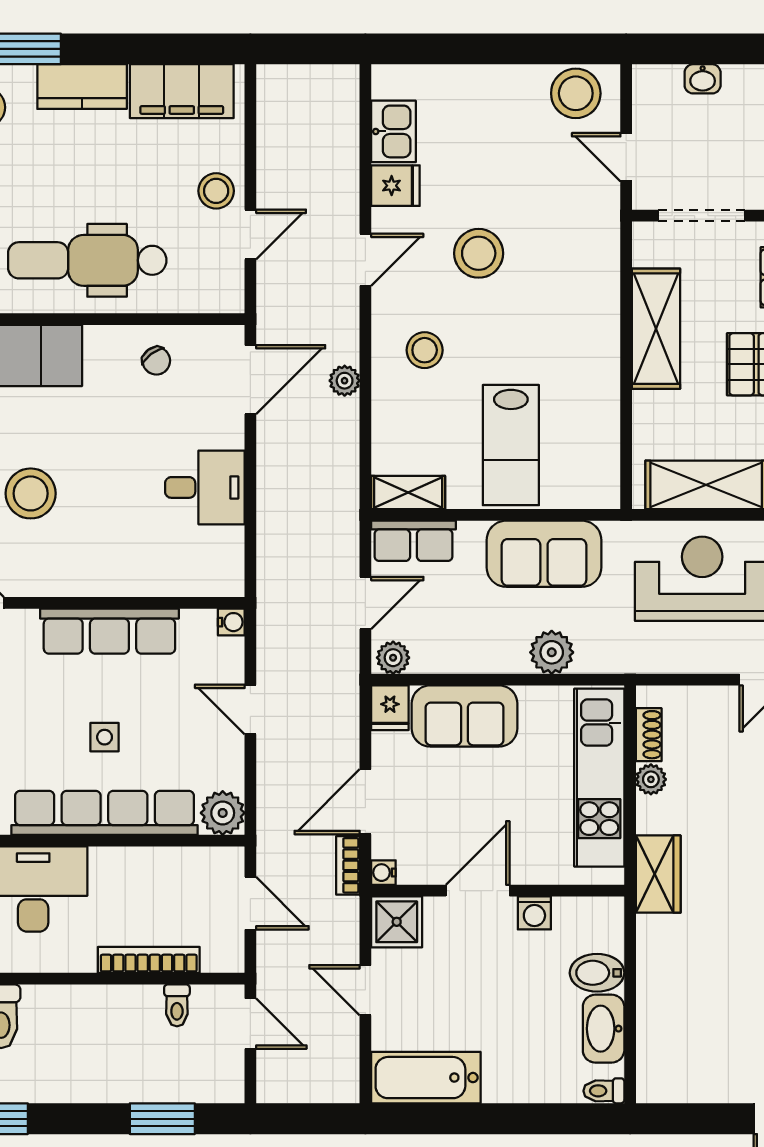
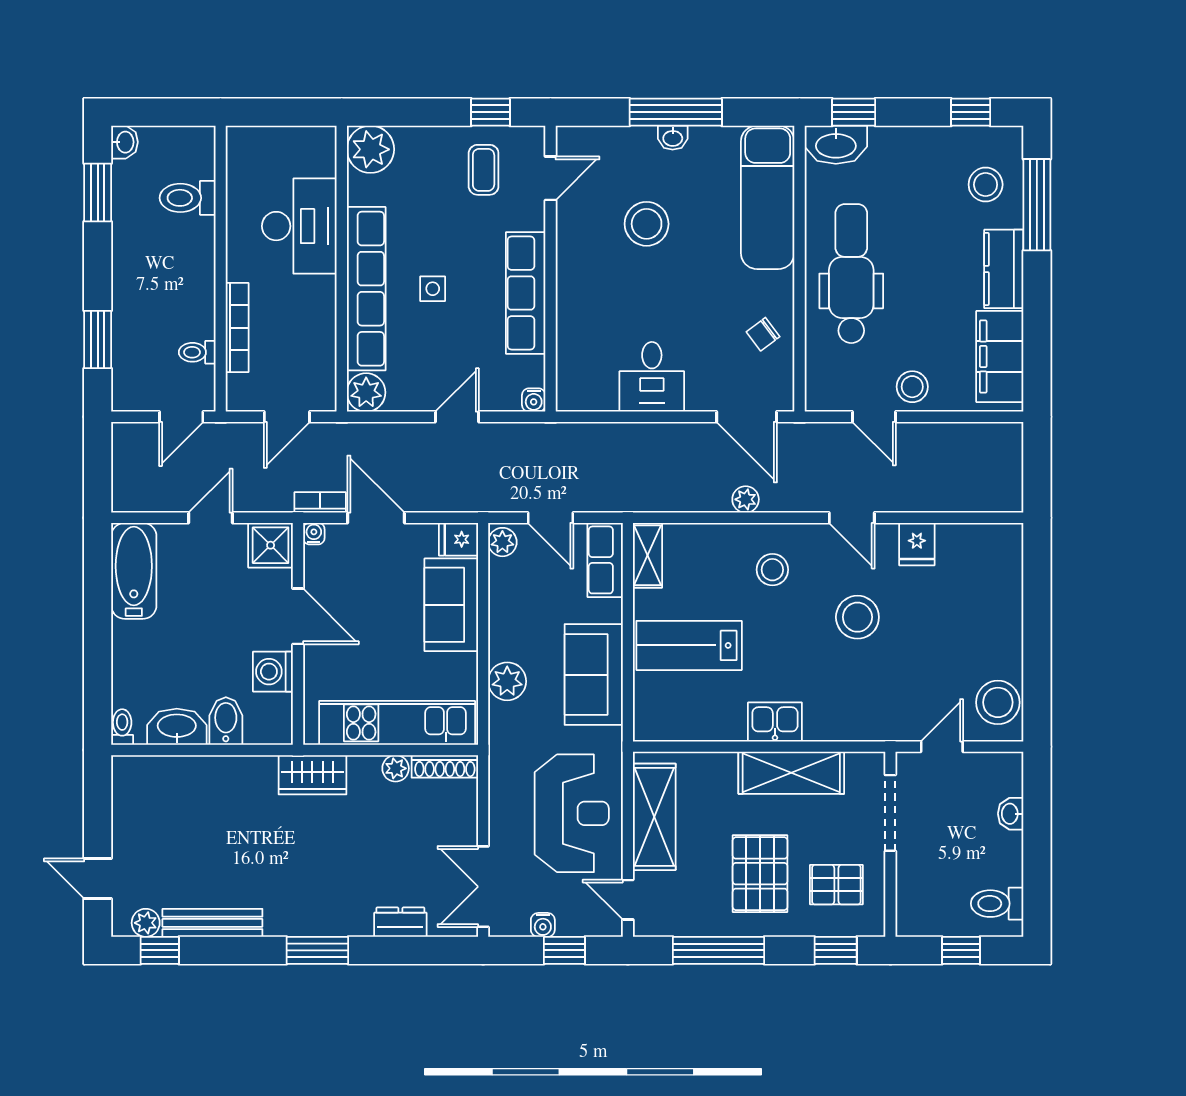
kitchen sink: (393, 131) -> (775, 722), moved, turned 180
shoe rack: (649, 735) -> (445, 766), width x1.43
washing machine: (534, 913) -> (273, 672), width x1.38, depth x1.38

